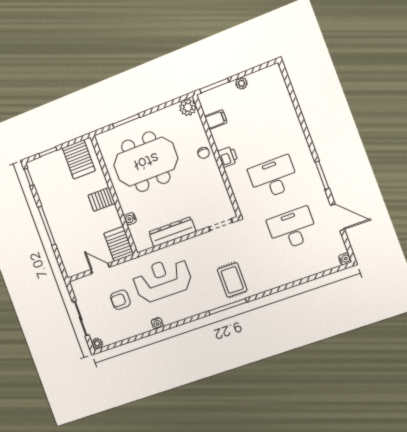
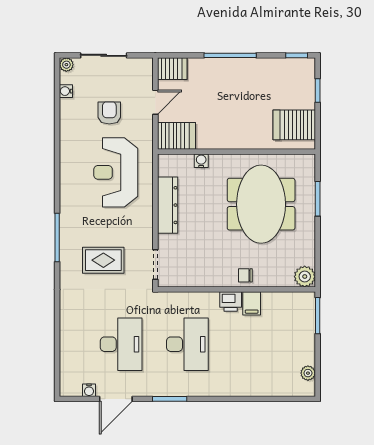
plant: (241, 83) -> (308, 373), moved
filing cabinet: (216, 120) -> (252, 303), moved
server rack: (102, 199) -> (172, 69), moved, turned 90
water cooler: (345, 259) -> (89, 390), moved
reception desk: (162, 280) -> (116, 172), turned 180
rug: (232, 280) -> (103, 260), moved
water cooler: (157, 323) -> (66, 91), moved

